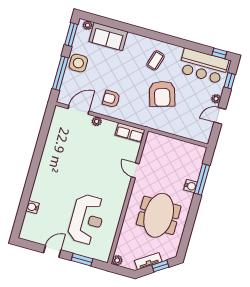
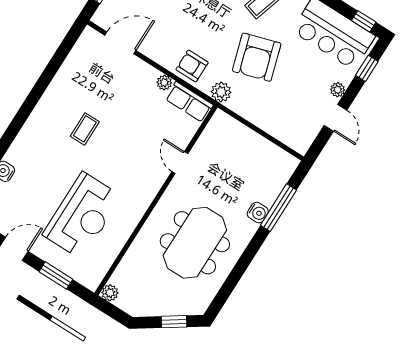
armchair: (111, 99) -> (192, 66), moved
door: (220, 116) -> (336, 118), swing flipped
plant: (97, 121) -> (164, 83), moved
plant: (147, 121) -> (221, 92), added
coffee table: (73, 167) -> (85, 129), added
tv unit: (148, 261) -> (158, 308), removed

